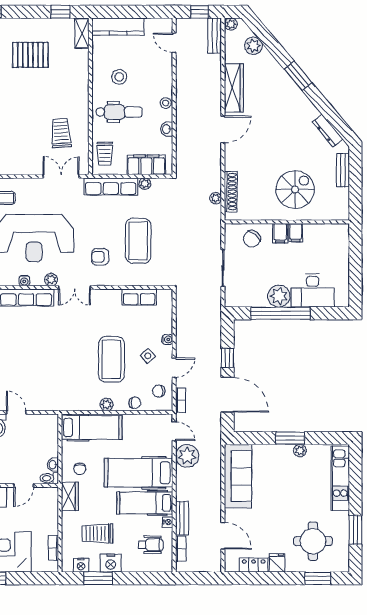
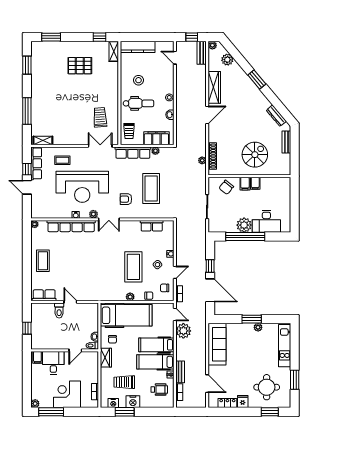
hospital bed: (92, 427) -> (126, 315), width x1.37, depth x1.29
hospital bed: (138, 473) -> (156, 345), width x0.73, depth x0.78

